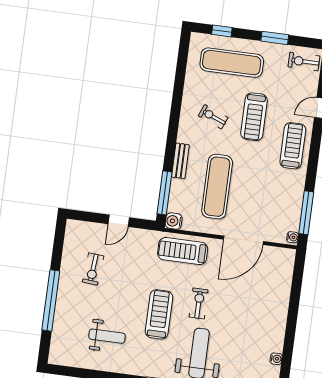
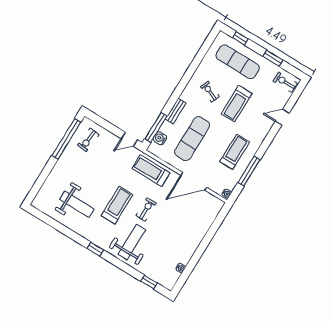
treadmill: (293, 146) -> (235, 152), moved
window: (306, 213) -> (249, 171), moved
door: (119, 221) -> (129, 139), moved
water cooler: (174, 221) -> (160, 138), moved
exercise bike: (93, 269) -> (88, 140), moved
window: (51, 300) -> (66, 139), moved
weight bench: (107, 336) -> (77, 204), width x1.36, depth x1.33

